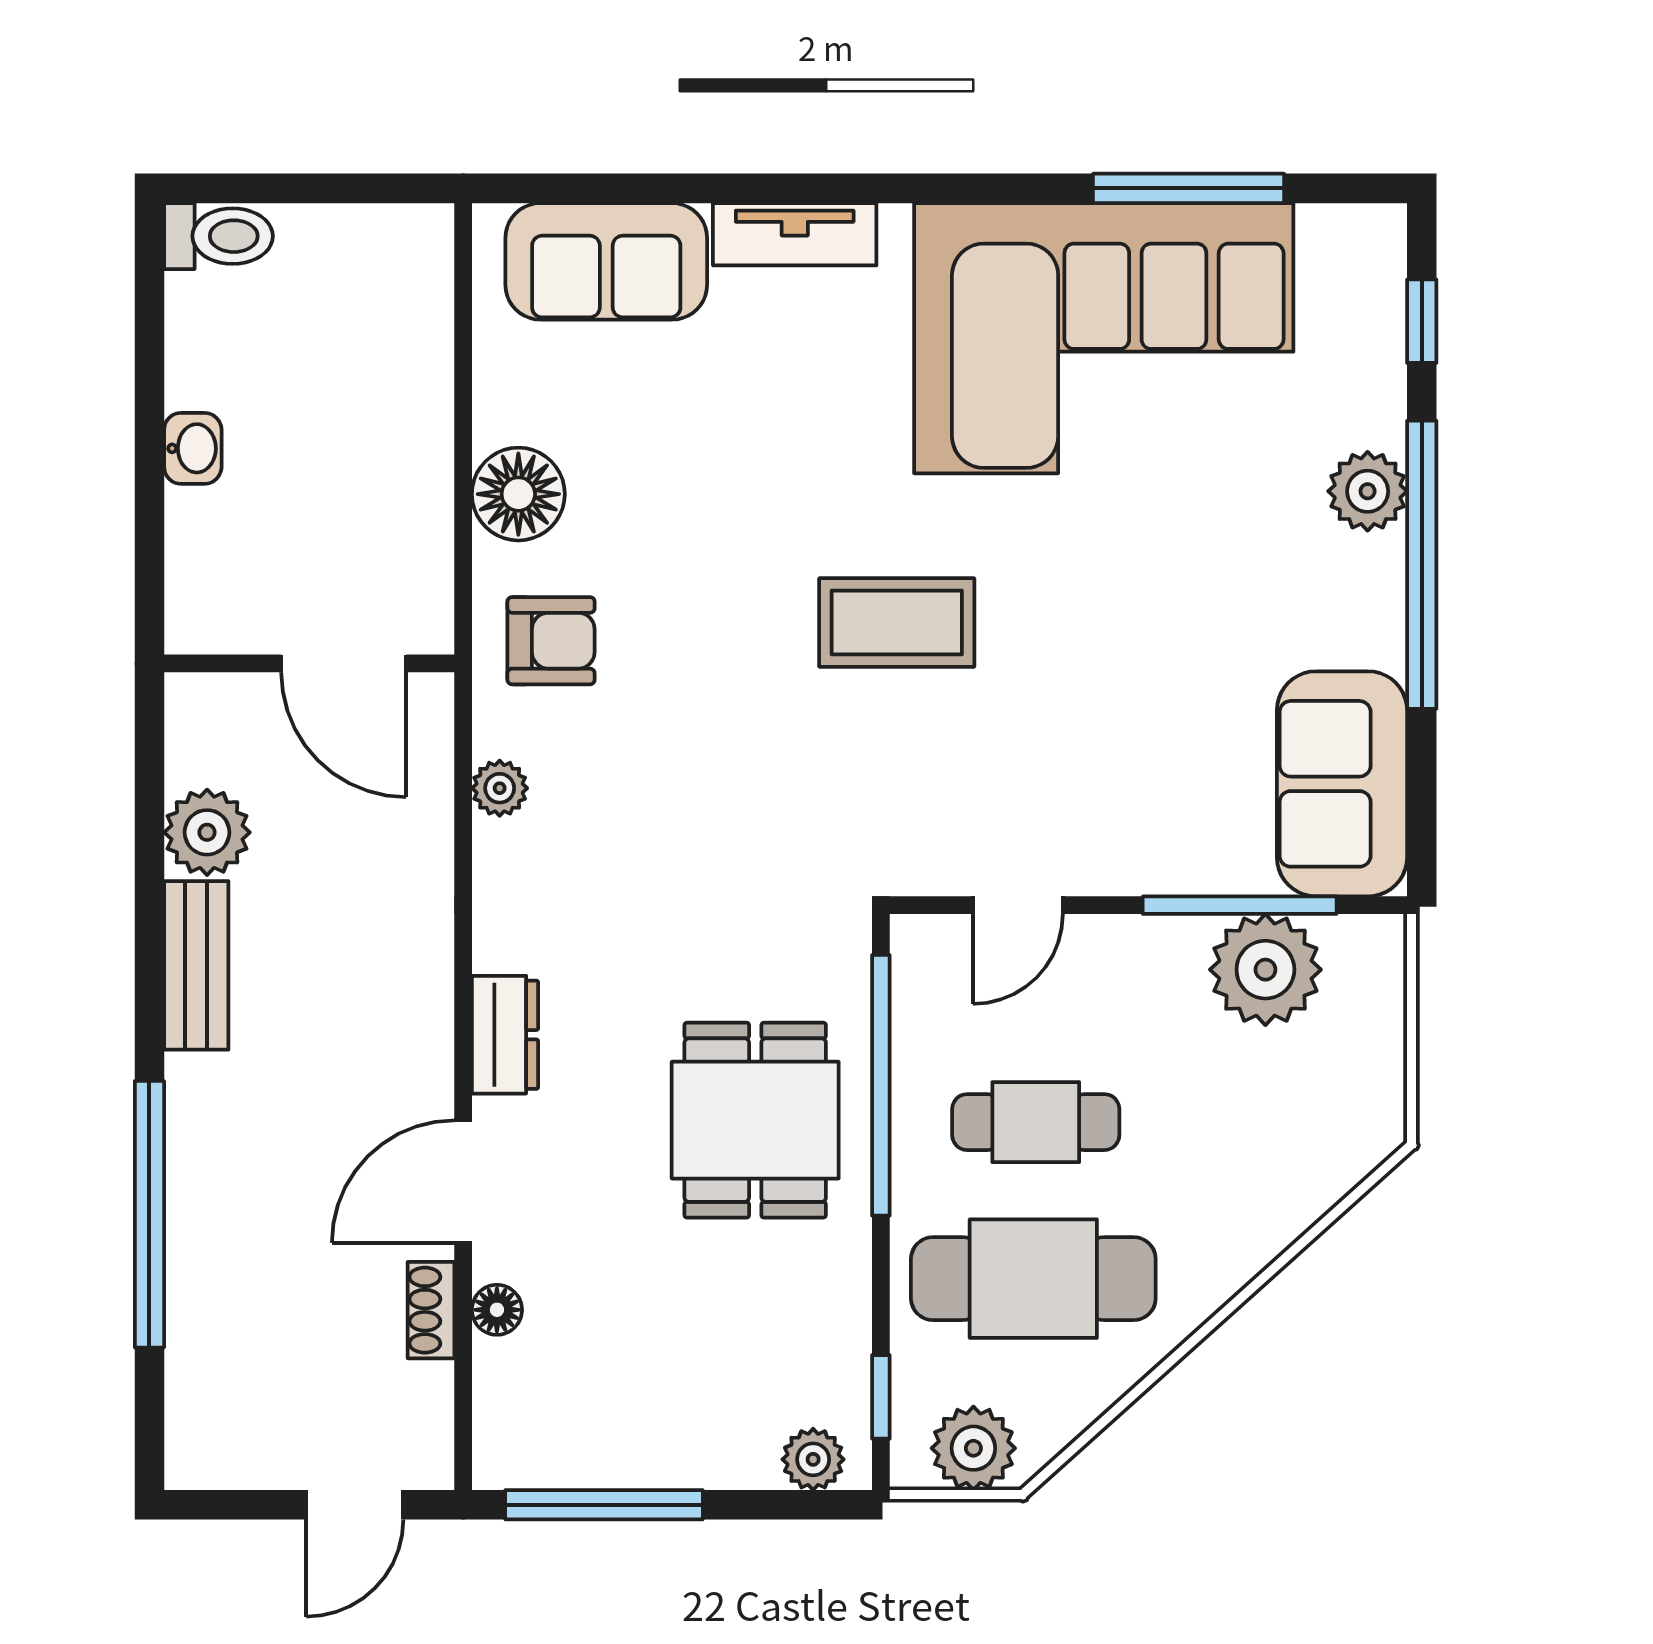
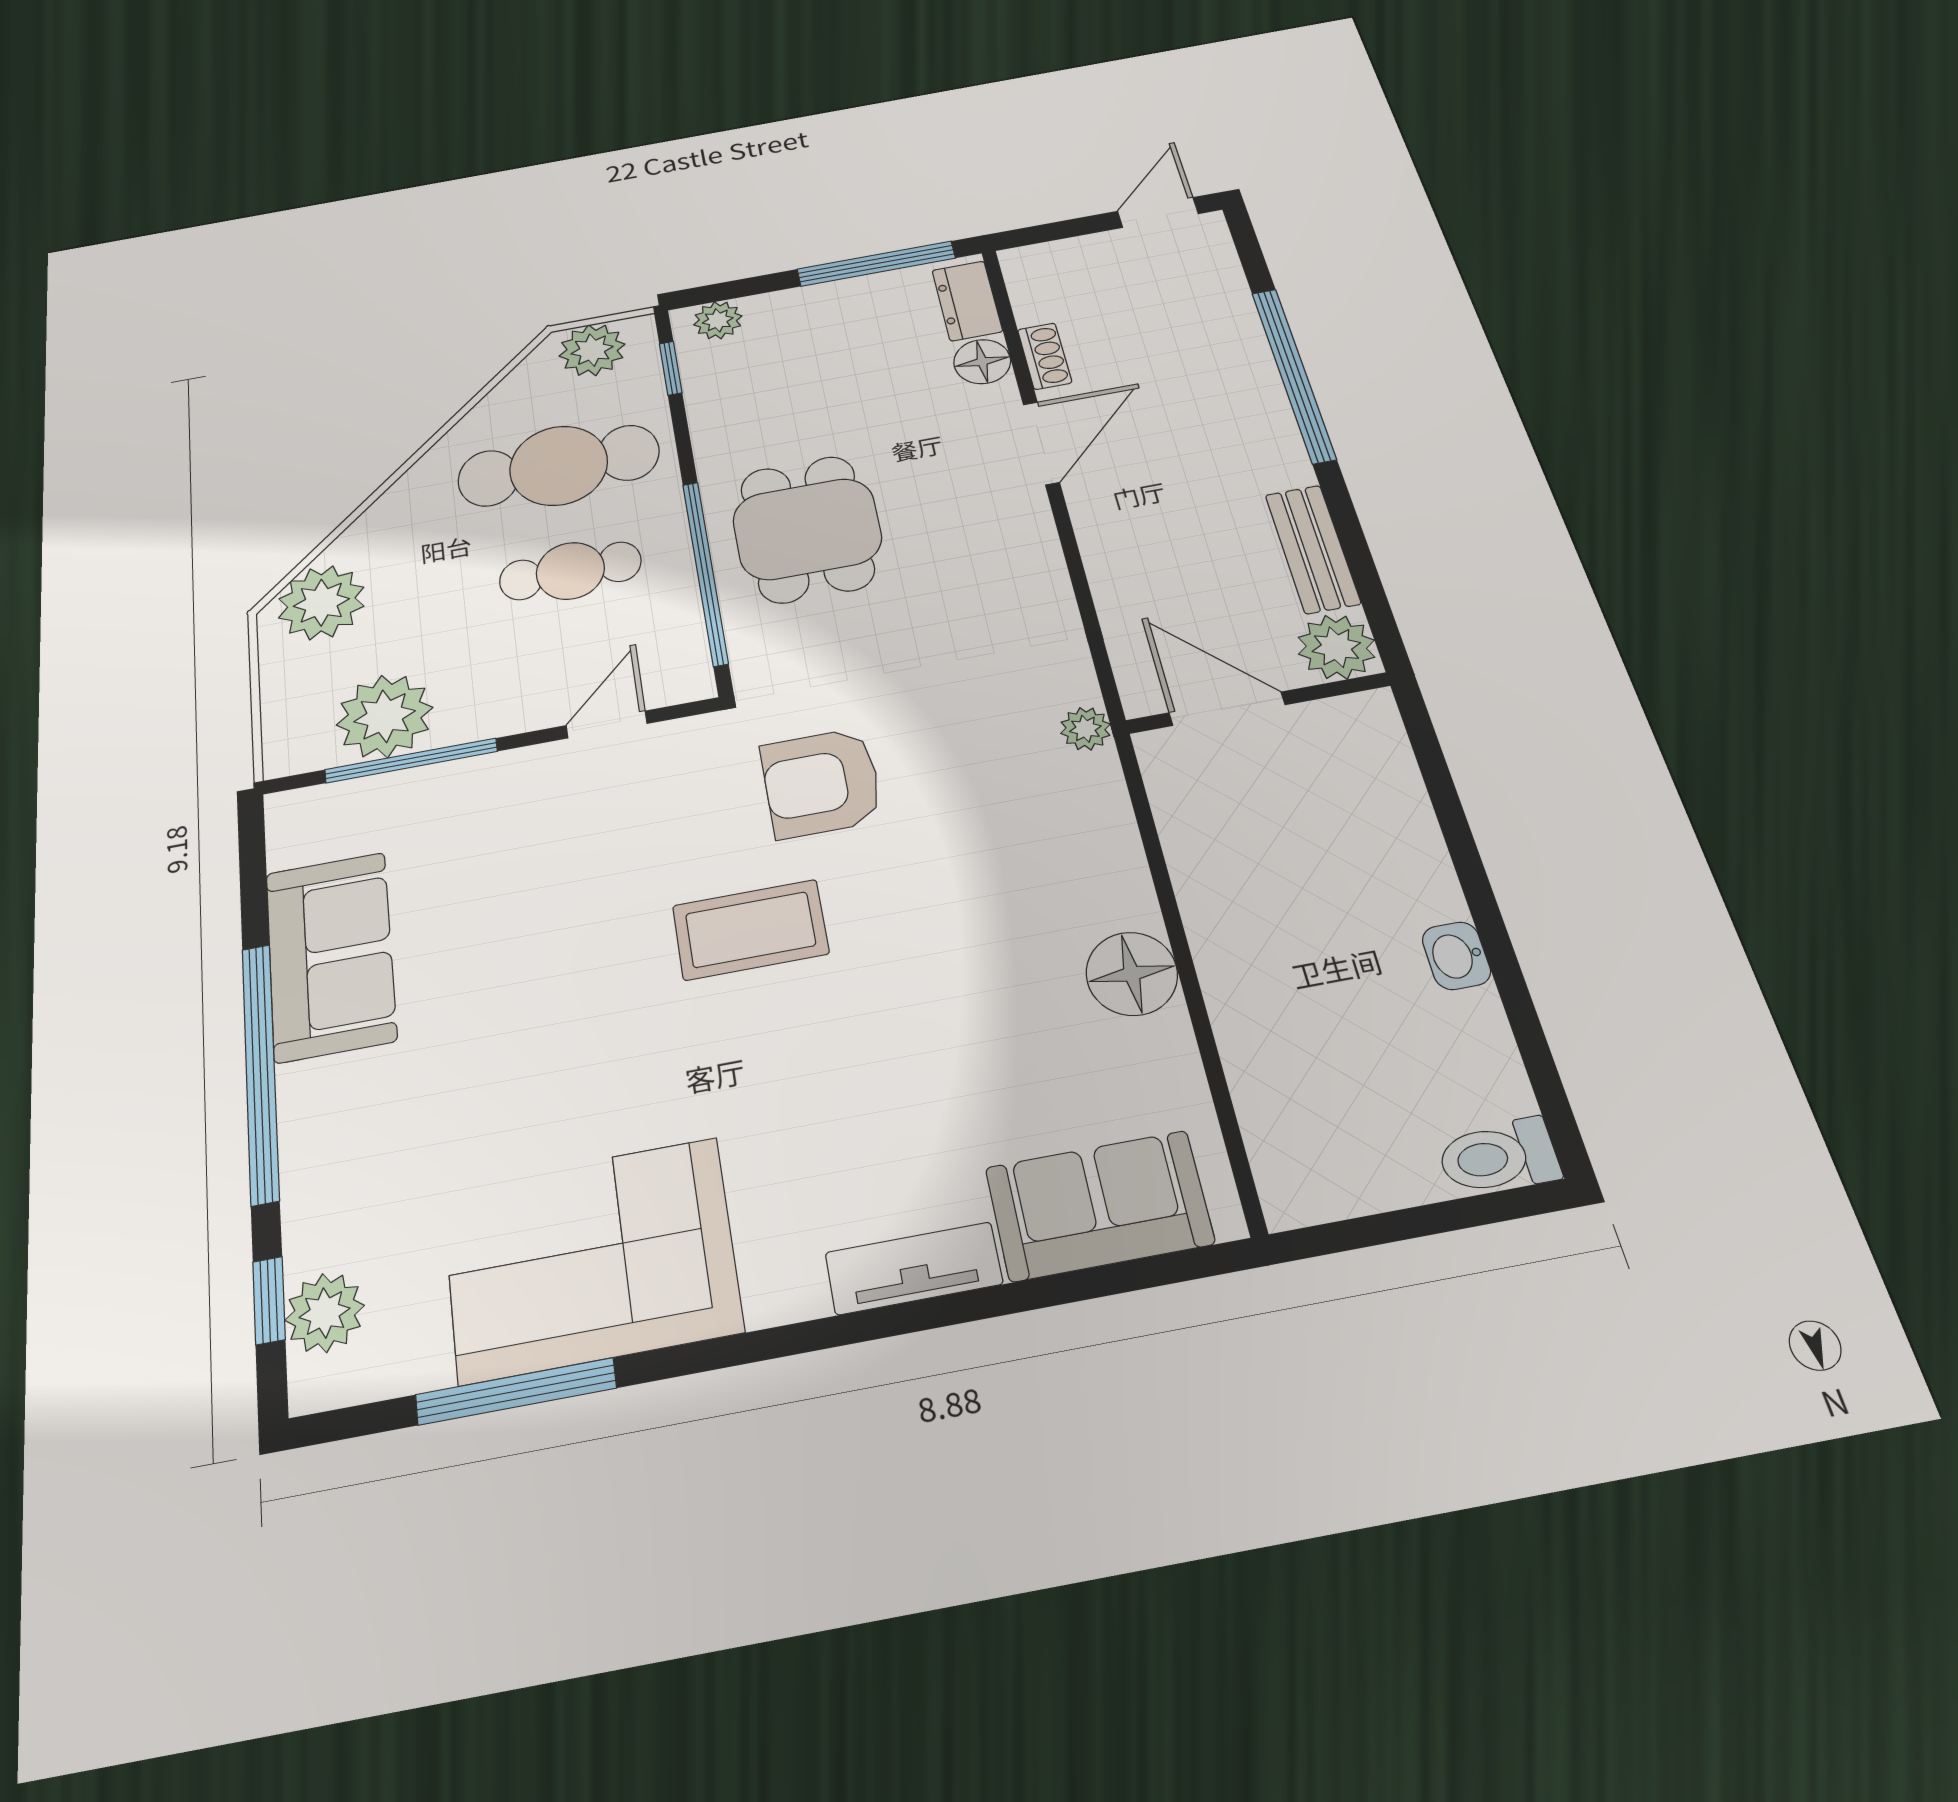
corner sofa: (1104, 338) -> (590, 1259), width x0.73, depth x0.74
plant: (1368, 491) -> (325, 1313), moved
armchair: (551, 641) -> (822, 783), moved, width x1.38, depth x1.38
wall: (309, 663) -> (1258, 703), moved
door: (344, 663) -> (1227, 709), moved
sofa: (1342, 784) -> (331, 956), moved
dresser: (505, 1035) -> (967, 301), moved
plant: (1330, 1142) -> (321, 603), added
floor lamp: (497, 1310) -> (982, 362), width x1.37, depth x1.37
door: (355, 1505) -> (1158, 212), moved

